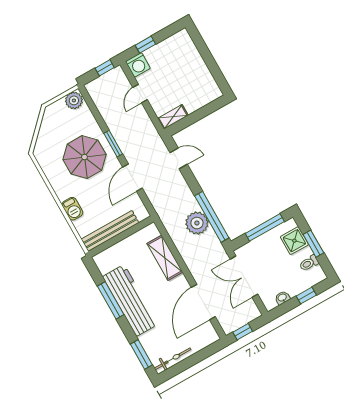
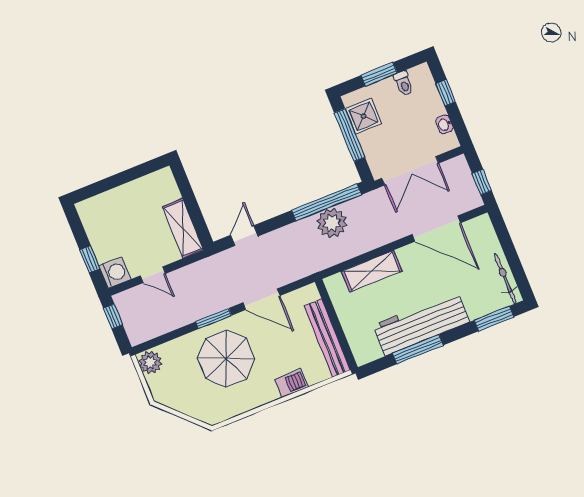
shelving: (173, 117) -> (183, 228), width x1.50, depth x1.33
shower: (294, 241) -> (363, 116), moved

